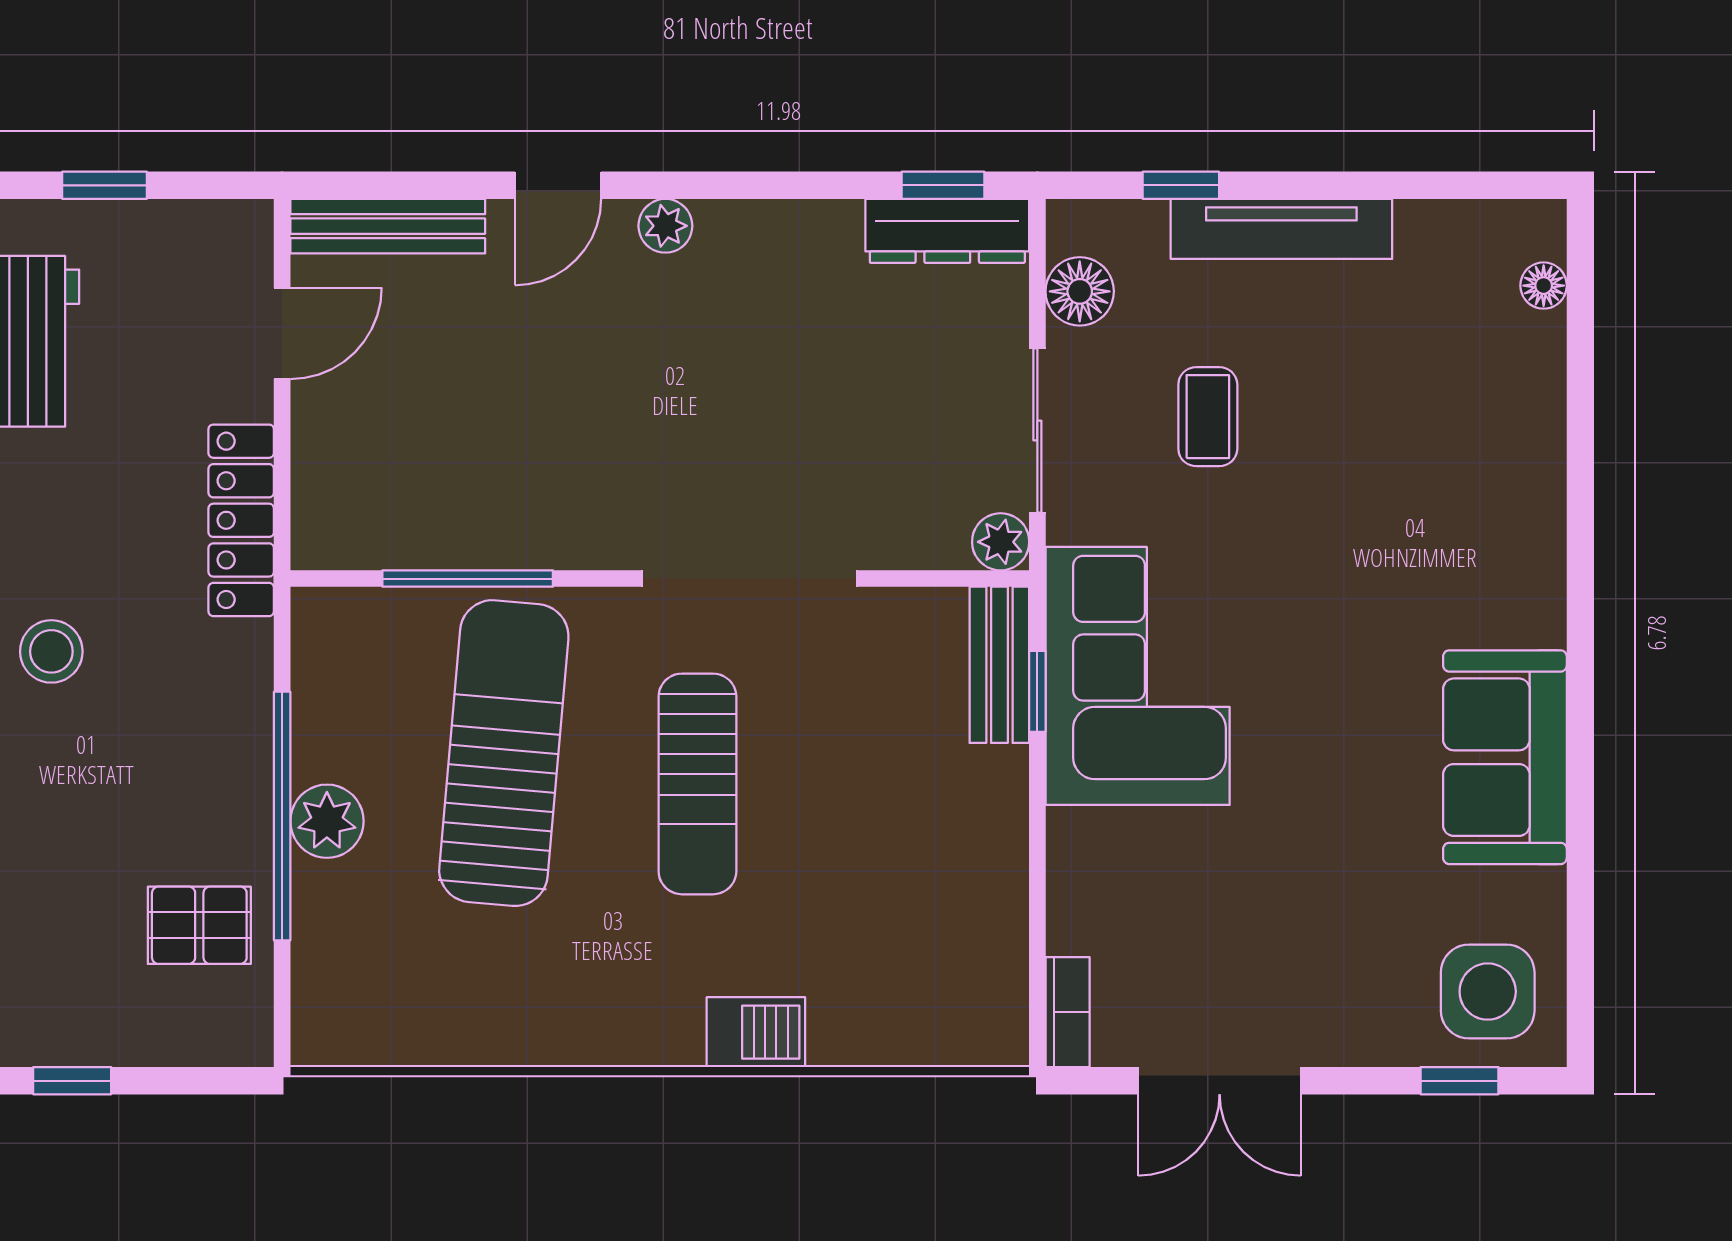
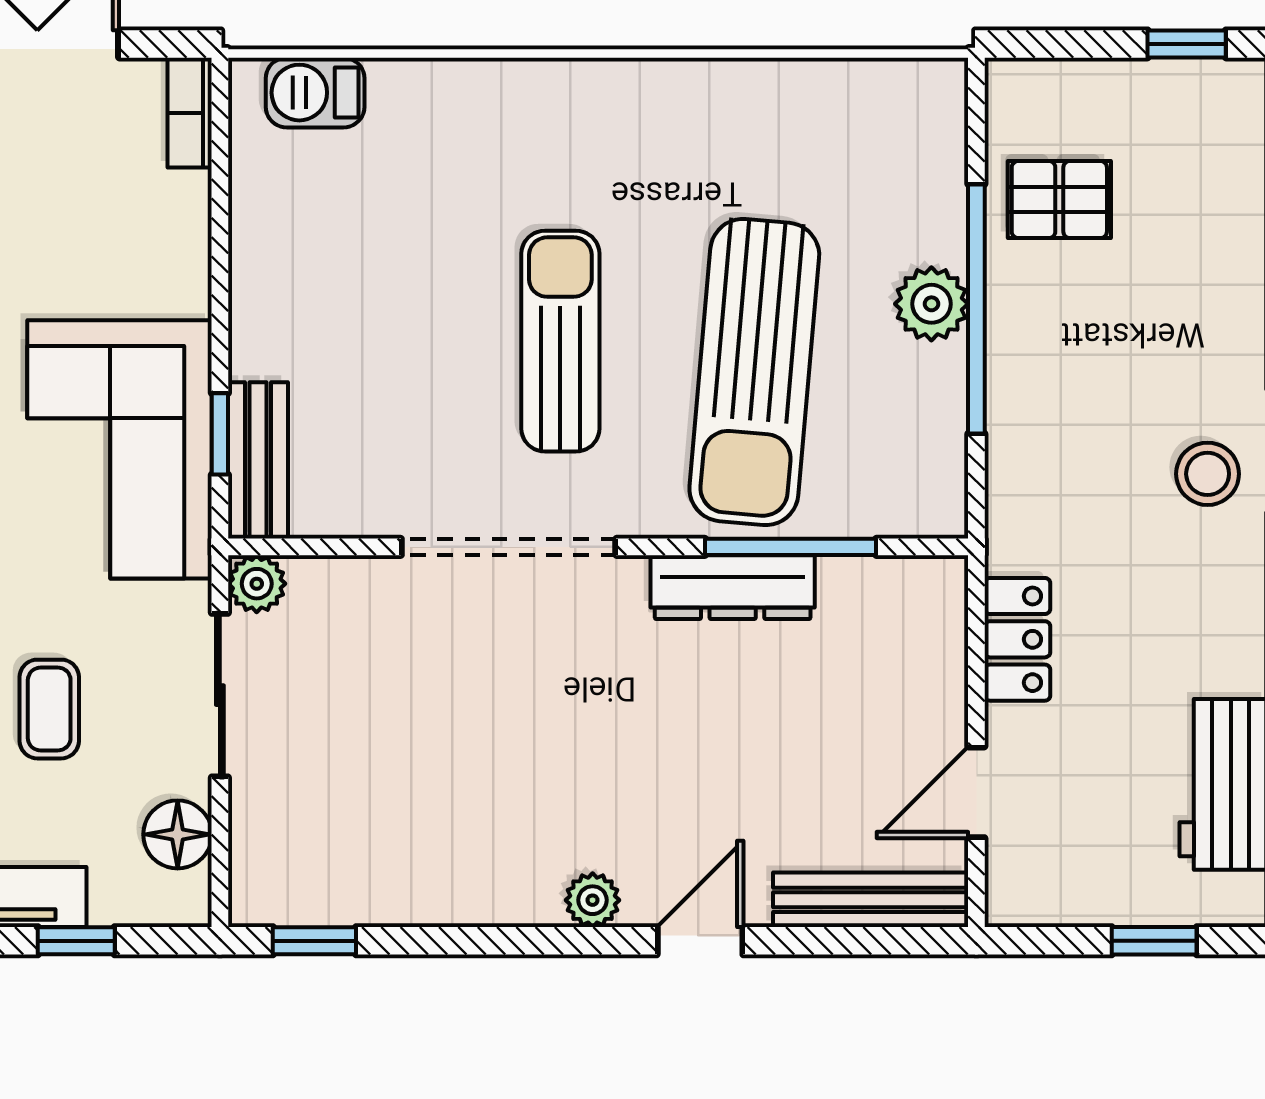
dresser: (947, 231) -> (733, 587), moved, turned 180
locker: (241, 520) -> (1017, 639), width x0.66
barbecue: (756, 1032) -> (315, 93), moved

